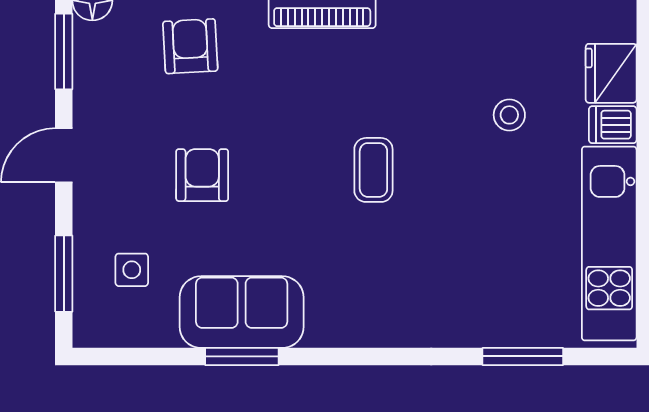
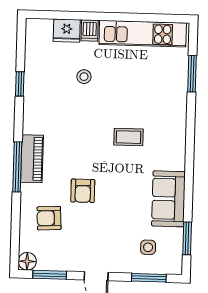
coffee table: (373, 170) -> (129, 137), moved
armchair: (202, 175) -> (83, 191), moved, turned -90
window: (242, 356) -> (187, 238), moved

